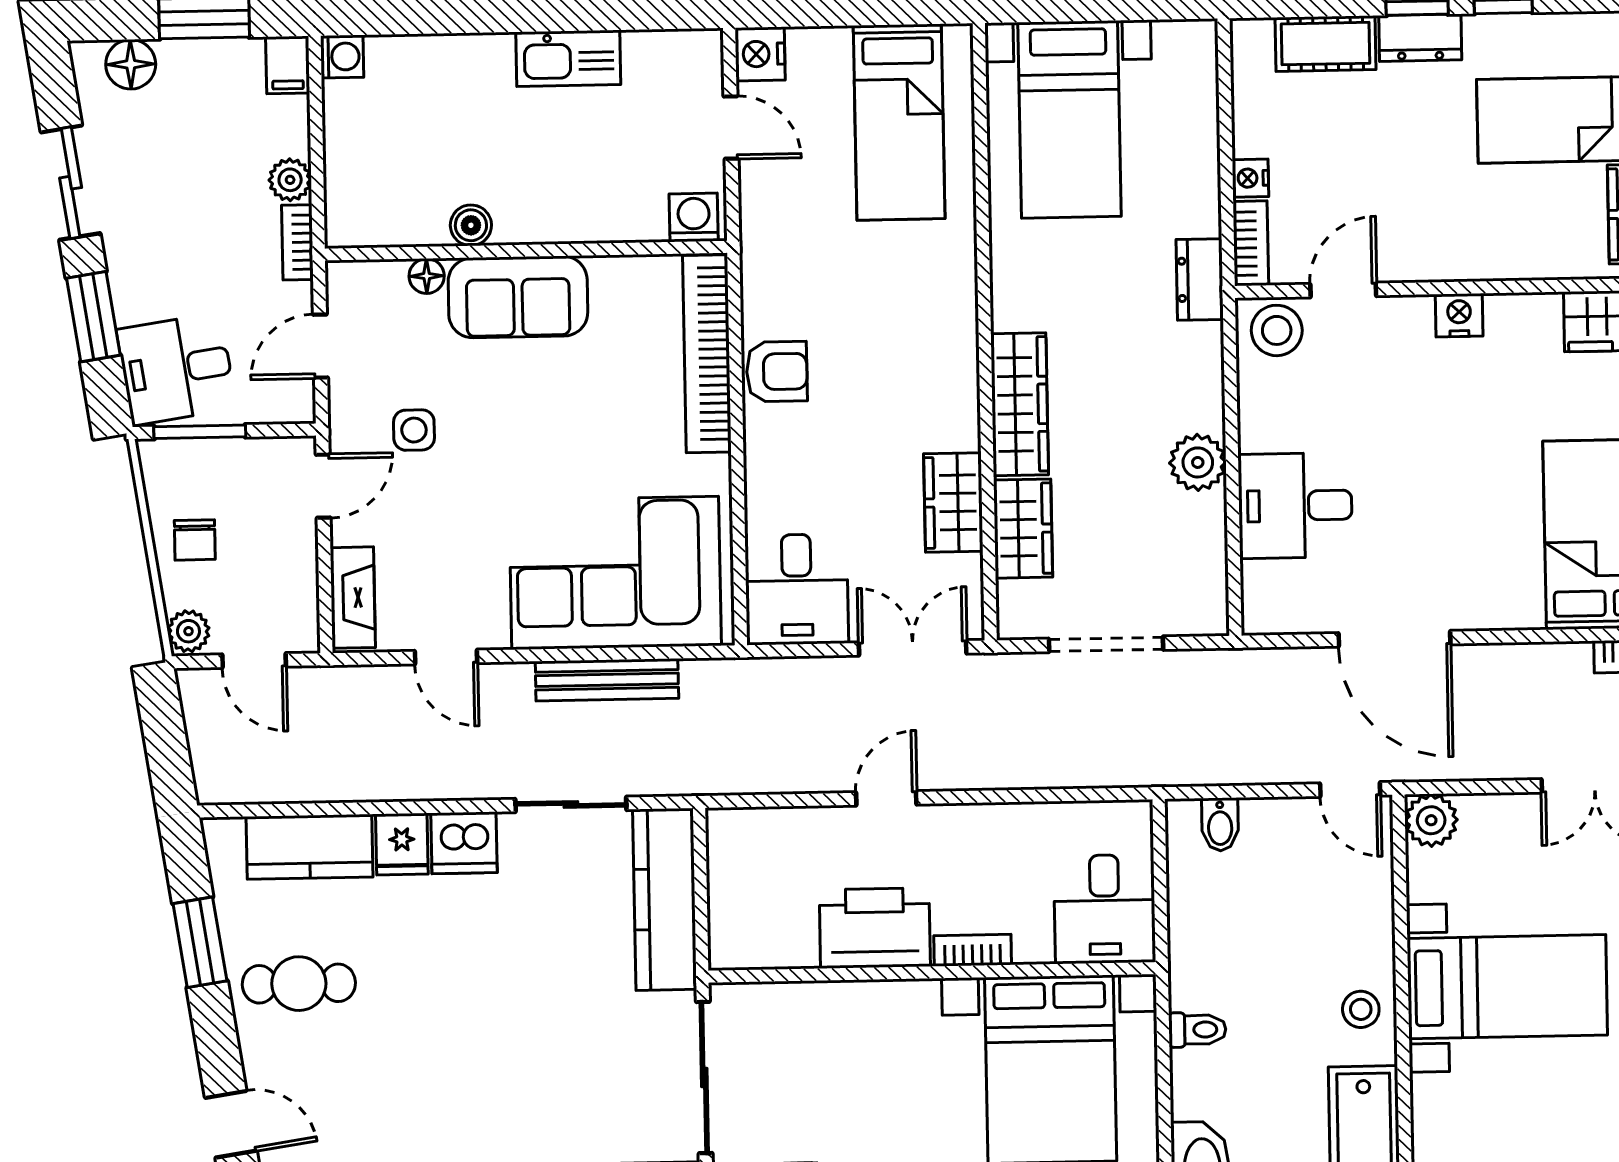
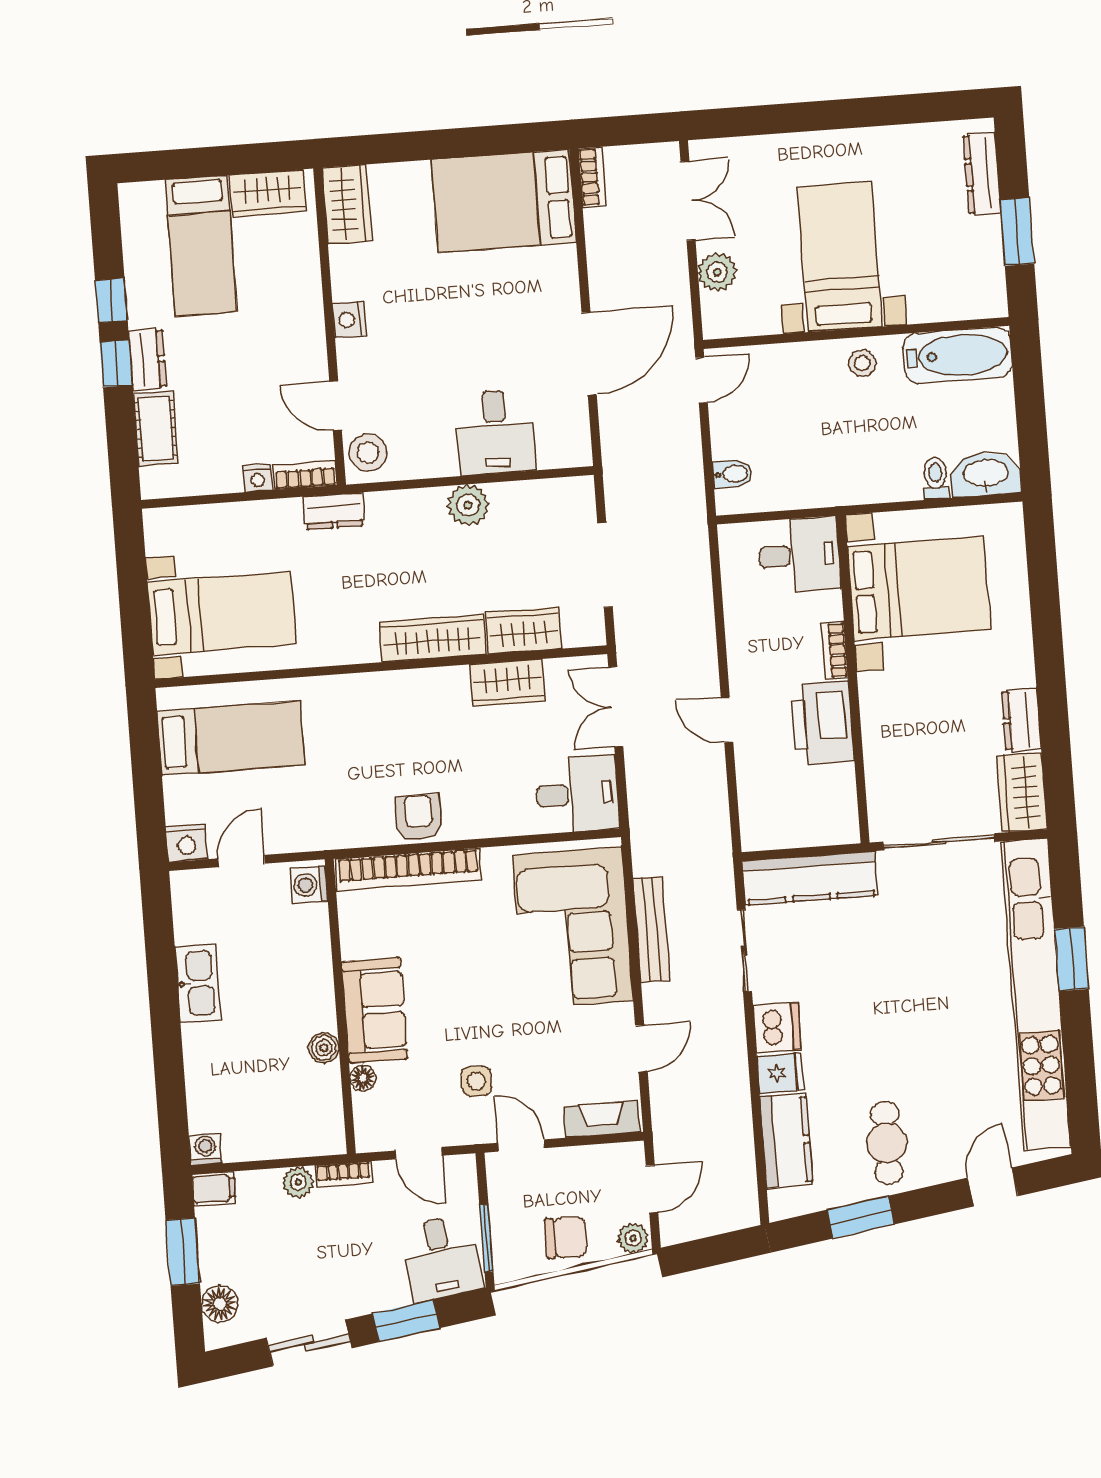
chair: (195, 540) -> (566, 1237), width x1.37, depth x1.37
plant: (1431, 820) -> (717, 272), moved
toilet: (1197, 1030) -> (936, 478), moved

